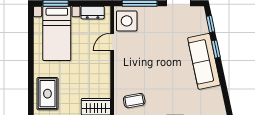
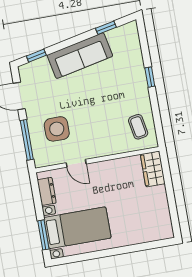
side table: (127, 21) -> (57, 129), moved
window: (216, 49) -> (106, 28), moved
rug: (47, 94) -> (147, 226), removed

